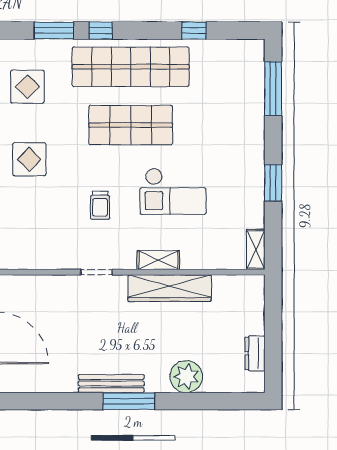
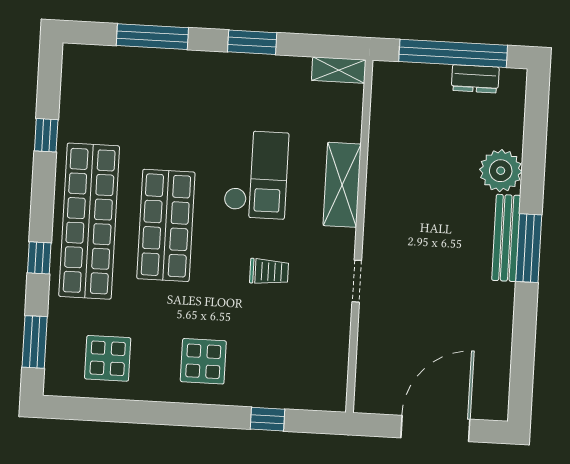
window: (54, 31) -> (35, 342), moved
window: (273, 89) -> (152, 37), moved
shelving: (158, 260) -> (342, 185), width x1.50, depth x1.33
wardrobe: (170, 288) -> (383, 186), removed
window: (273, 336) -> (453, 53), added
bench: (111, 384) -> (506, 238), moved

